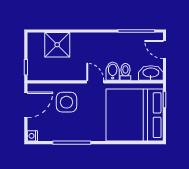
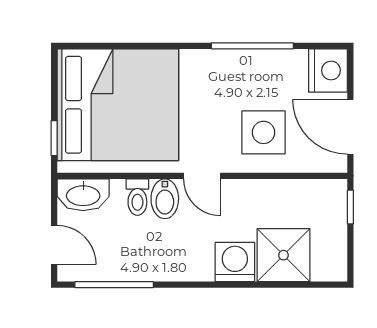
washing machine: (80, 42) -> (235, 262), added
door: (26, 105) -> (350, 127), hinge flipped
nightstand: (32, 136) -> (328, 71), width x1.89, depth x1.79

